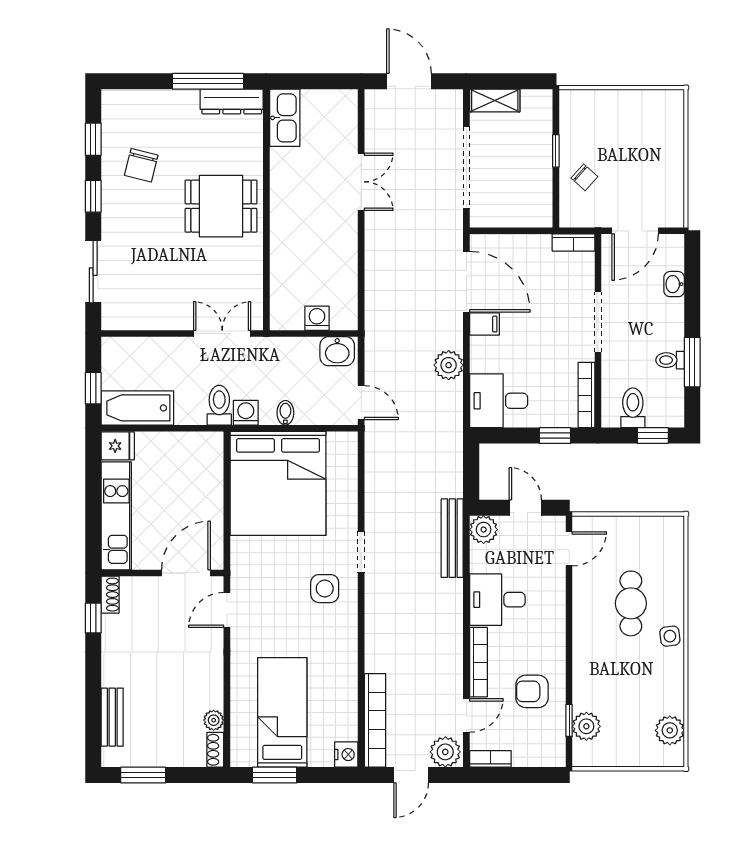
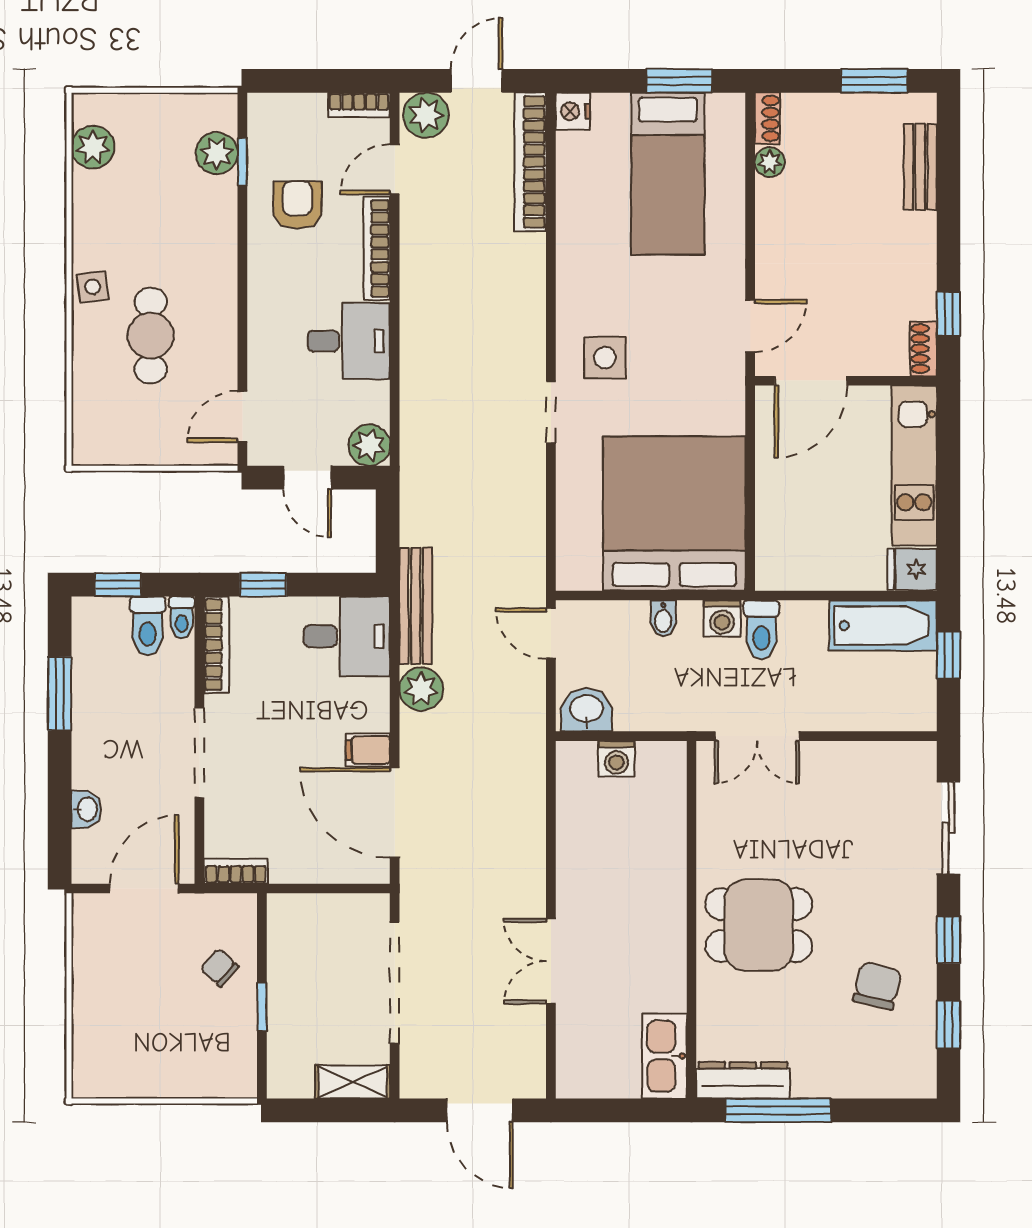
toilet: (670, 360) -> (182, 618), moved, turned 90
bench: (452, 538) -> (416, 606), moved
armchair: (532, 691) -> (297, 205), turned -90

